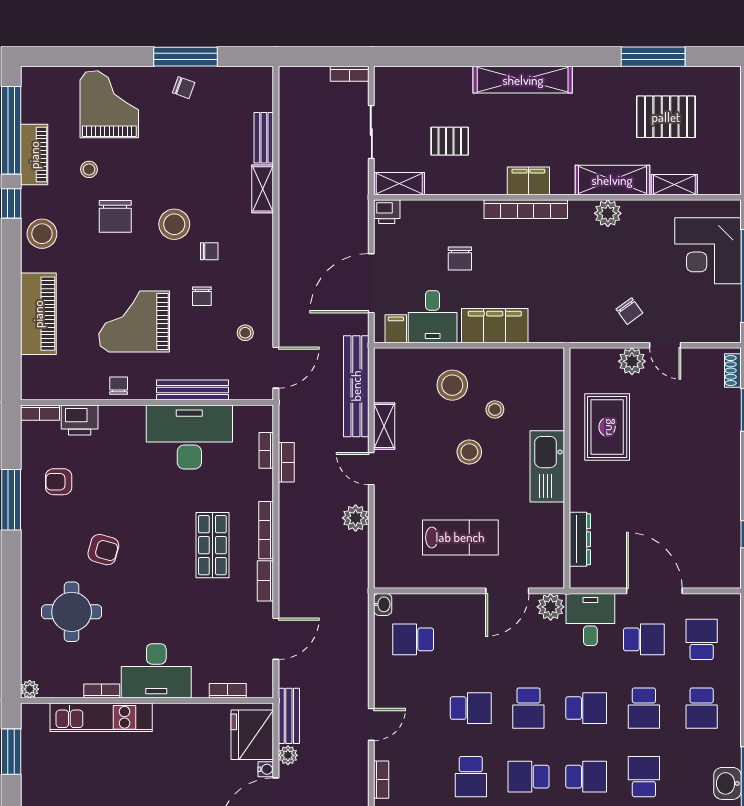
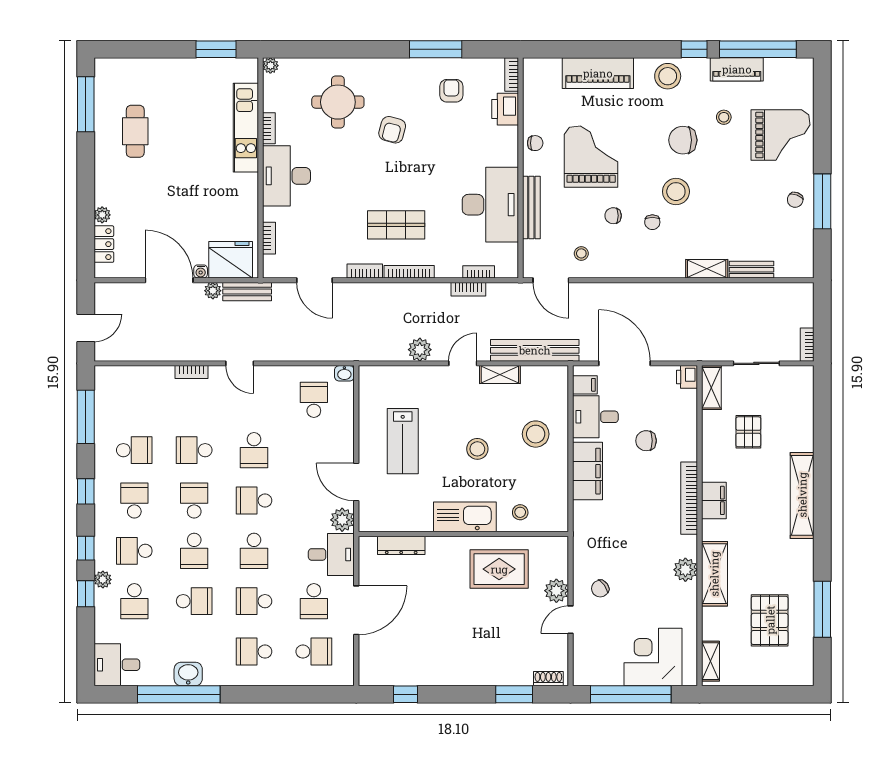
shelving: (674, 185) -> (710, 661), moved
stool: (495, 410) -> (520, 512), moved

